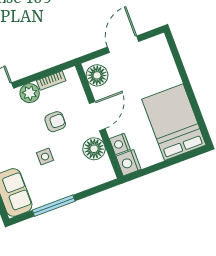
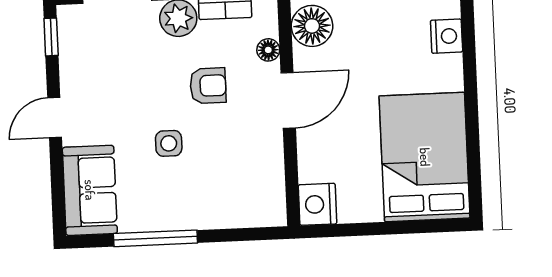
nightstand: (120, 144) -> (447, 36), moved, turned 180
floor lamp: (94, 149) -> (268, 50), moved, width x0.53, depth x0.53

